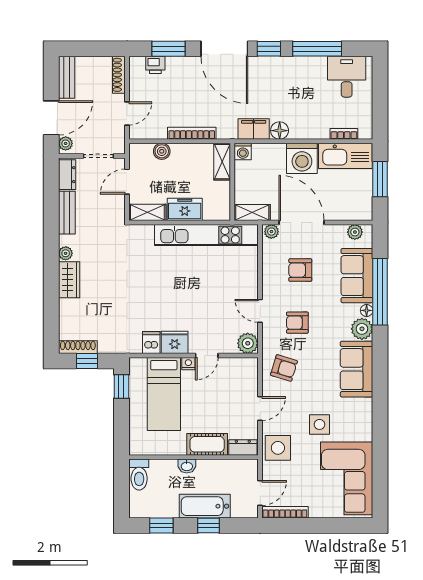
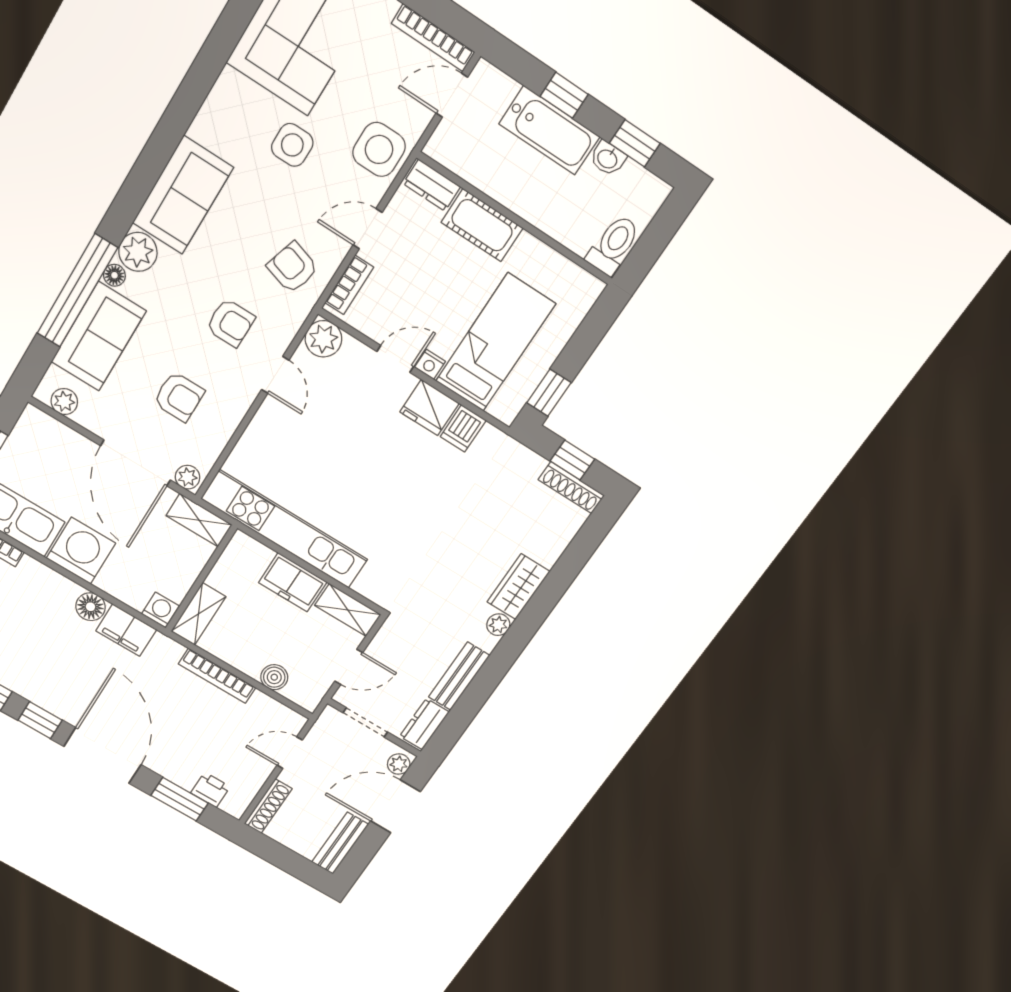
bookcase: (252, 377) -> (349, 285), added
washbasin: (187, 466) -> (608, 158), moved, turned 180

